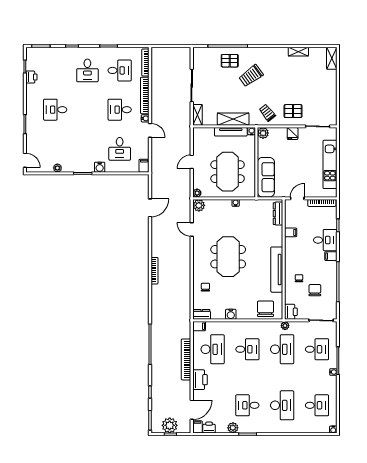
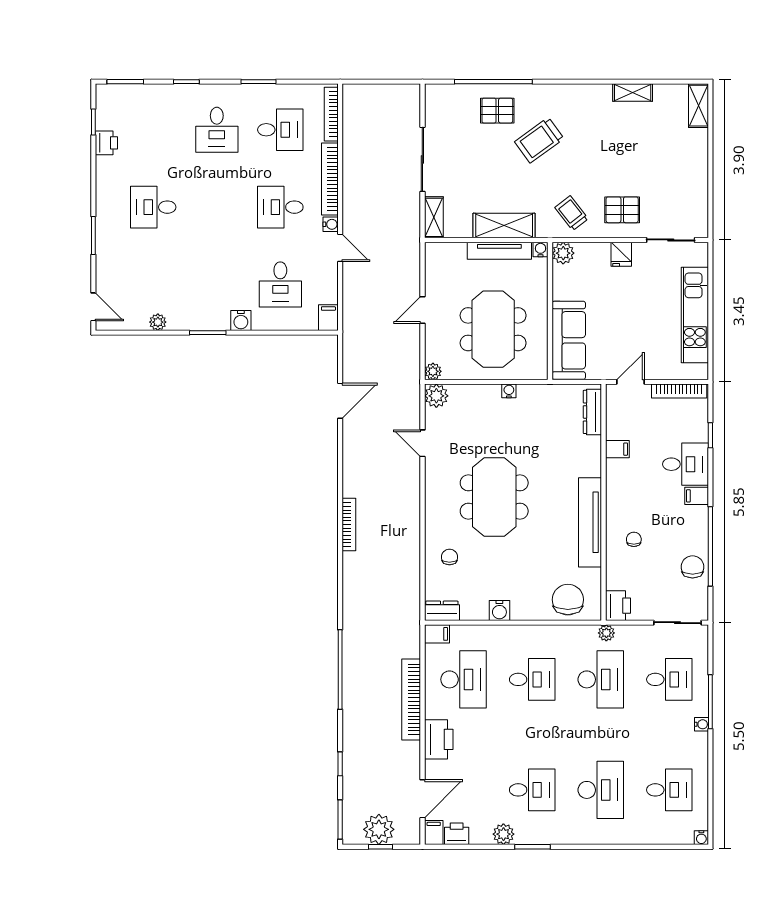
chair: (315, 290) -> (693, 567), moved
desk: (247, 405) -> (532, 790), turned 180

